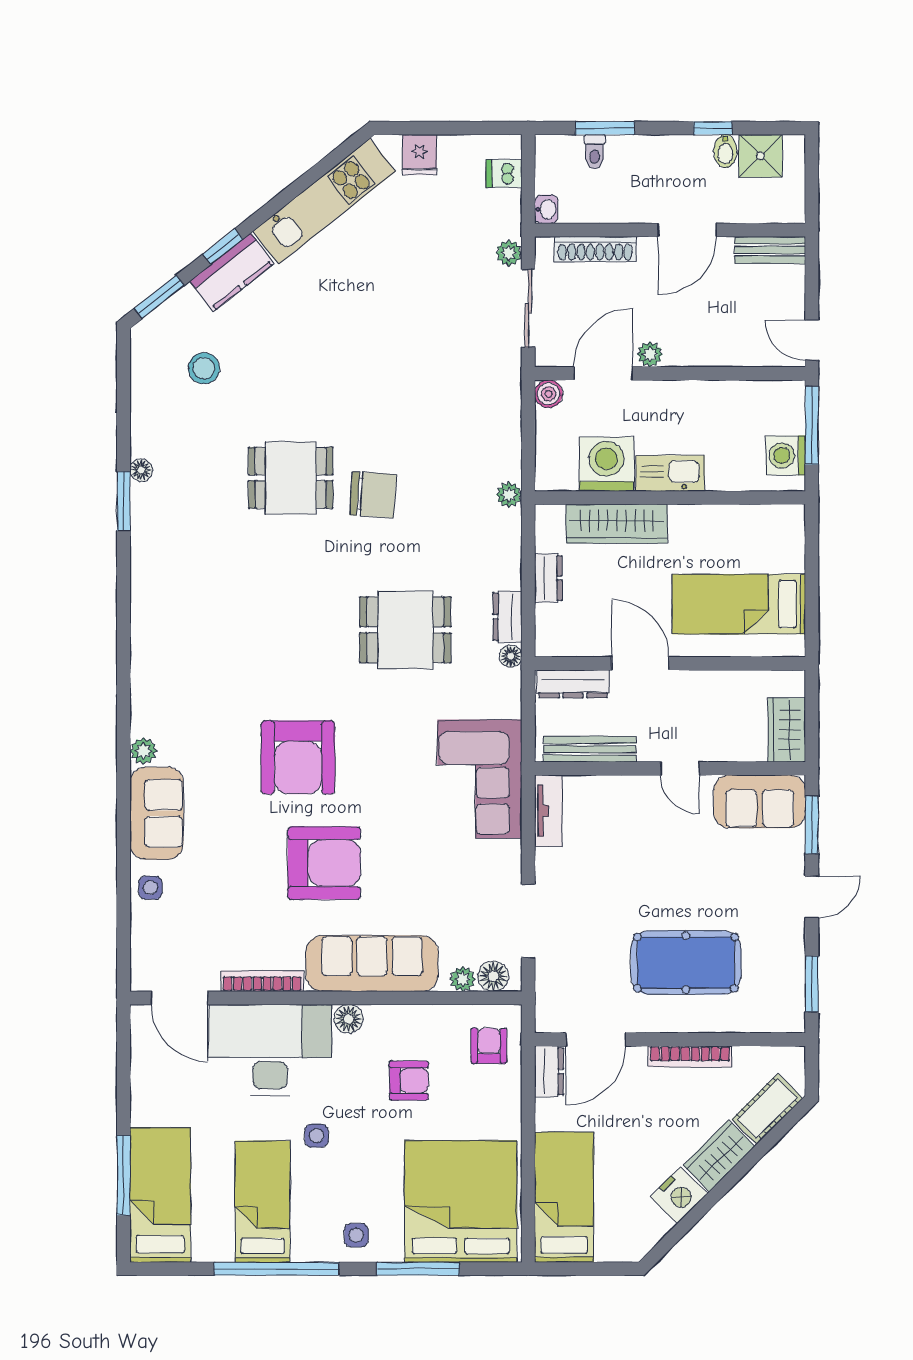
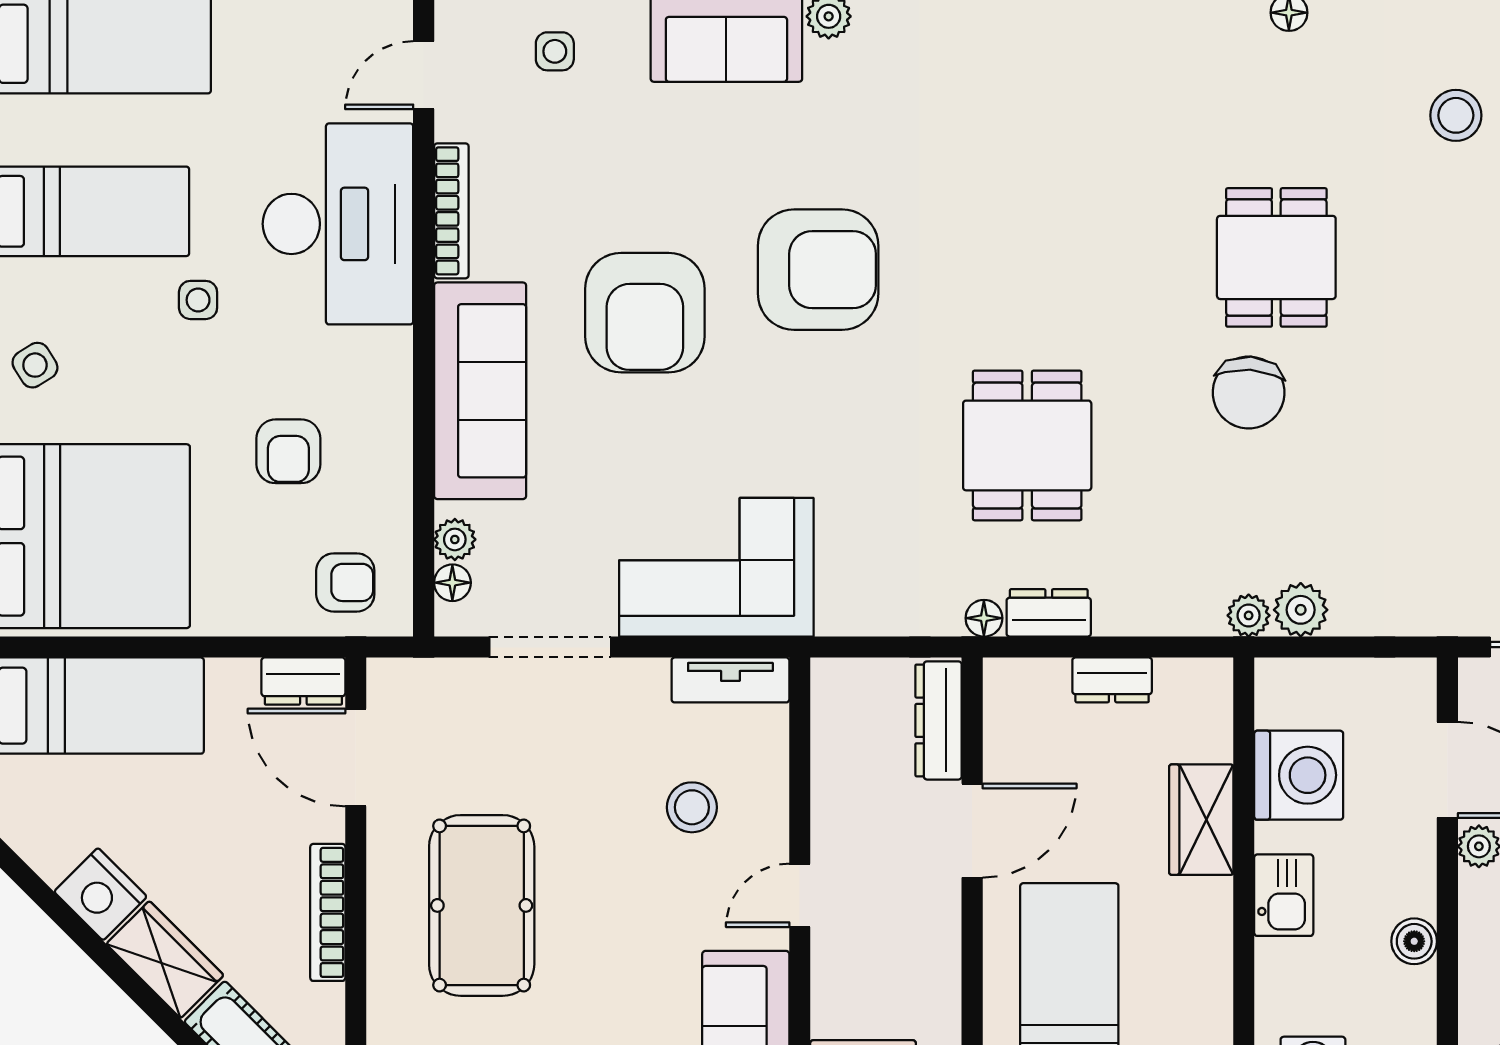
boiler: (549, 394) -> (1414, 941), moved
plant: (506, 463) -> (1301, 610), added
kitchen sink: (670, 473) -> (1284, 895), width x0.73
wardrobe: (617, 524) -> (1201, 820), width x0.67
bench: (590, 749) -> (831, 748), removed
armchair: (298, 757) -> (818, 270), turned 180
corner sofa: (480, 779) -> (716, 567), moved
stool: (626, 834) -> (692, 807), added
side table: (150, 888) -> (555, 51), moved
floor lamp: (493, 976) -> (452, 583), width x0.73, depth x0.73
door: (179, 998) -> (424, 75), width x0.73
floor lamp: (348, 1019) -> (389, 352), removed
side table: (356, 1235) -> (35, 365), turned -32

